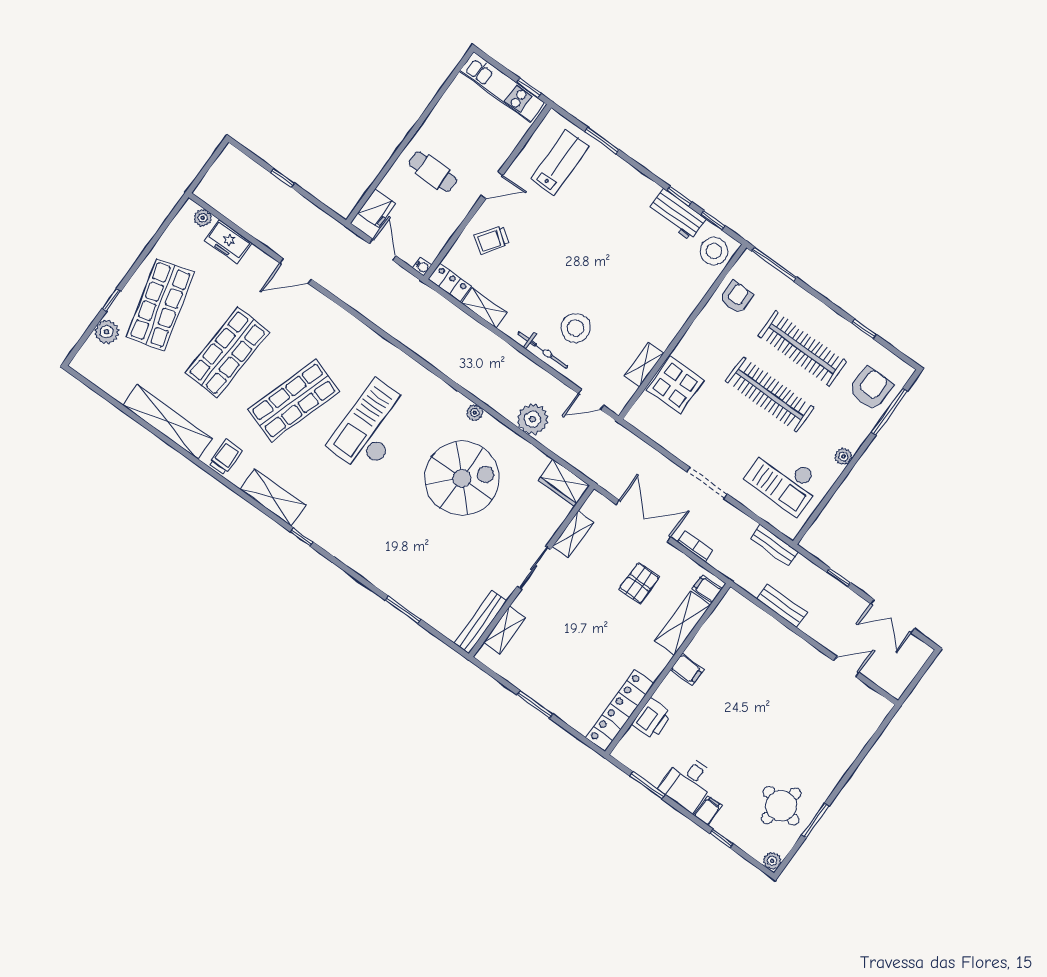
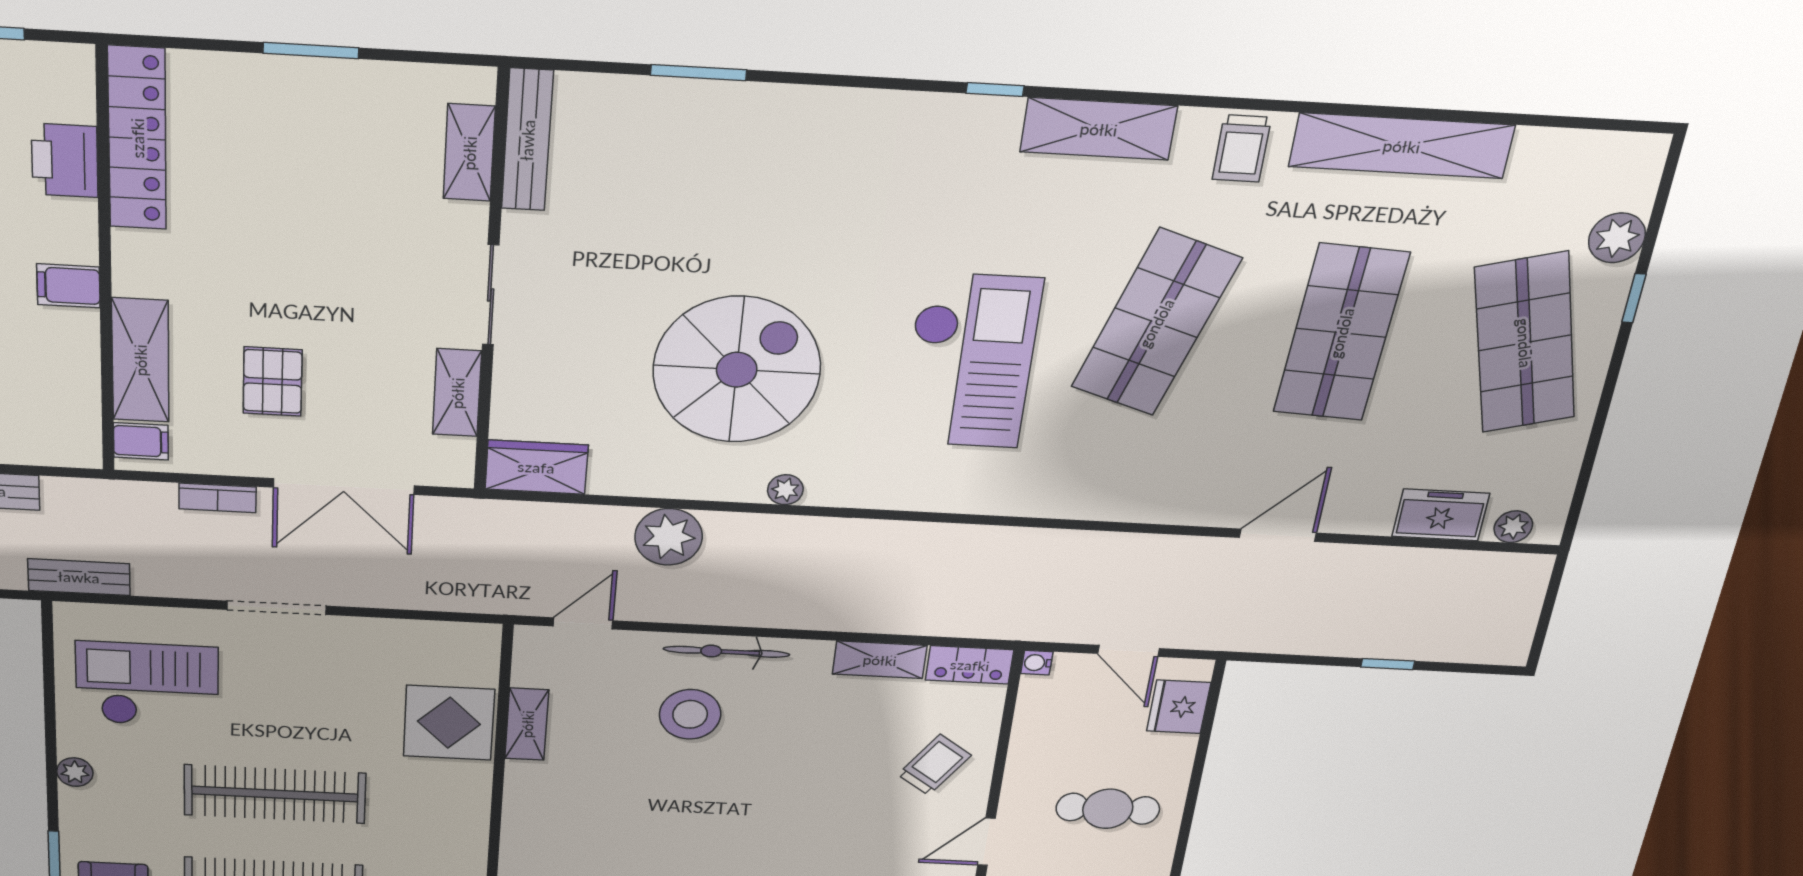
spiral stairs: (462, 478) -> (737, 370), turned 180

